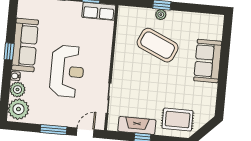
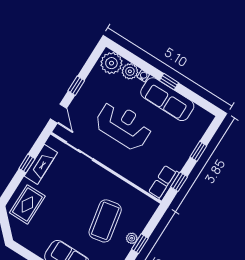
coffee table: (158, 45) -> (105, 221), turned -35
reception desk: (67, 71) -> (123, 126), turned 180
window: (53, 130) -> (76, 86), width x0.67

